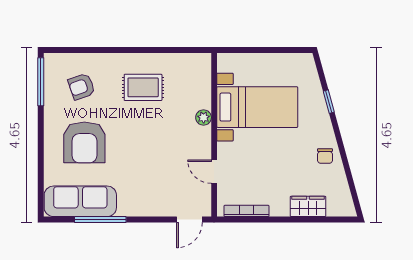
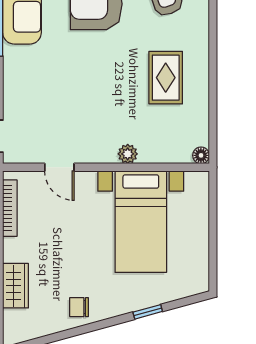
floor lamp: (205, 59) -> (201, 155), added
door: (214, 172) -> (59, 167), swing flipped

